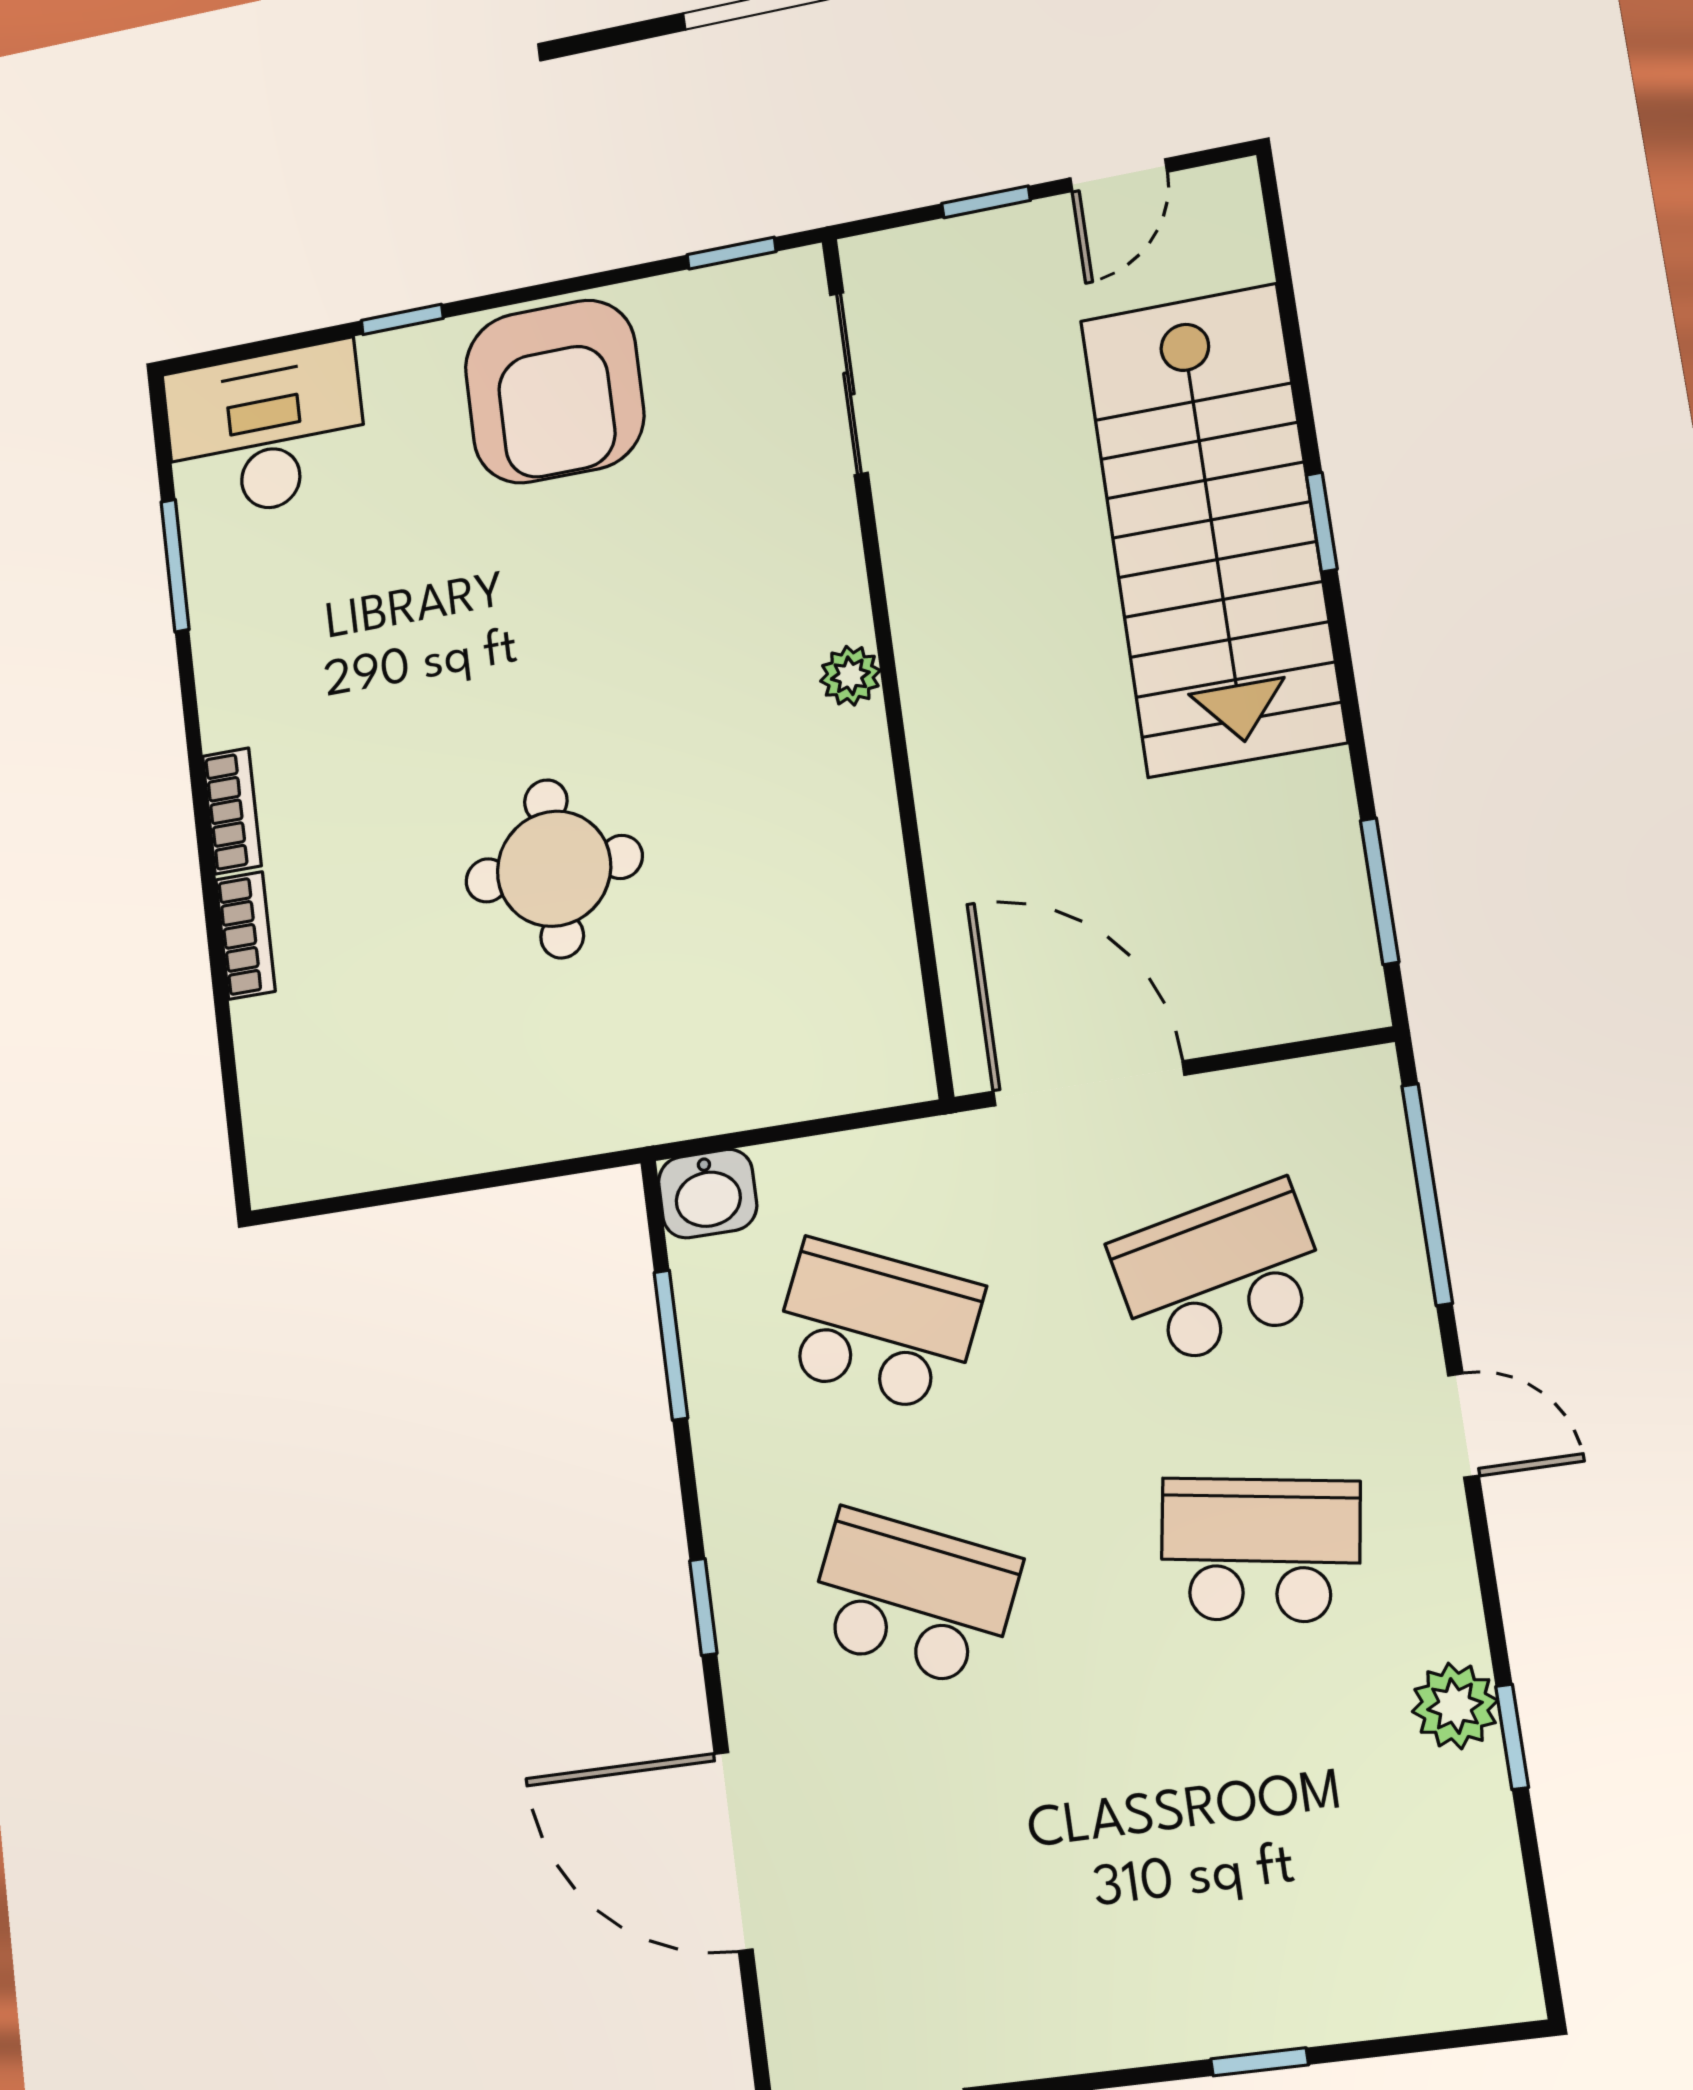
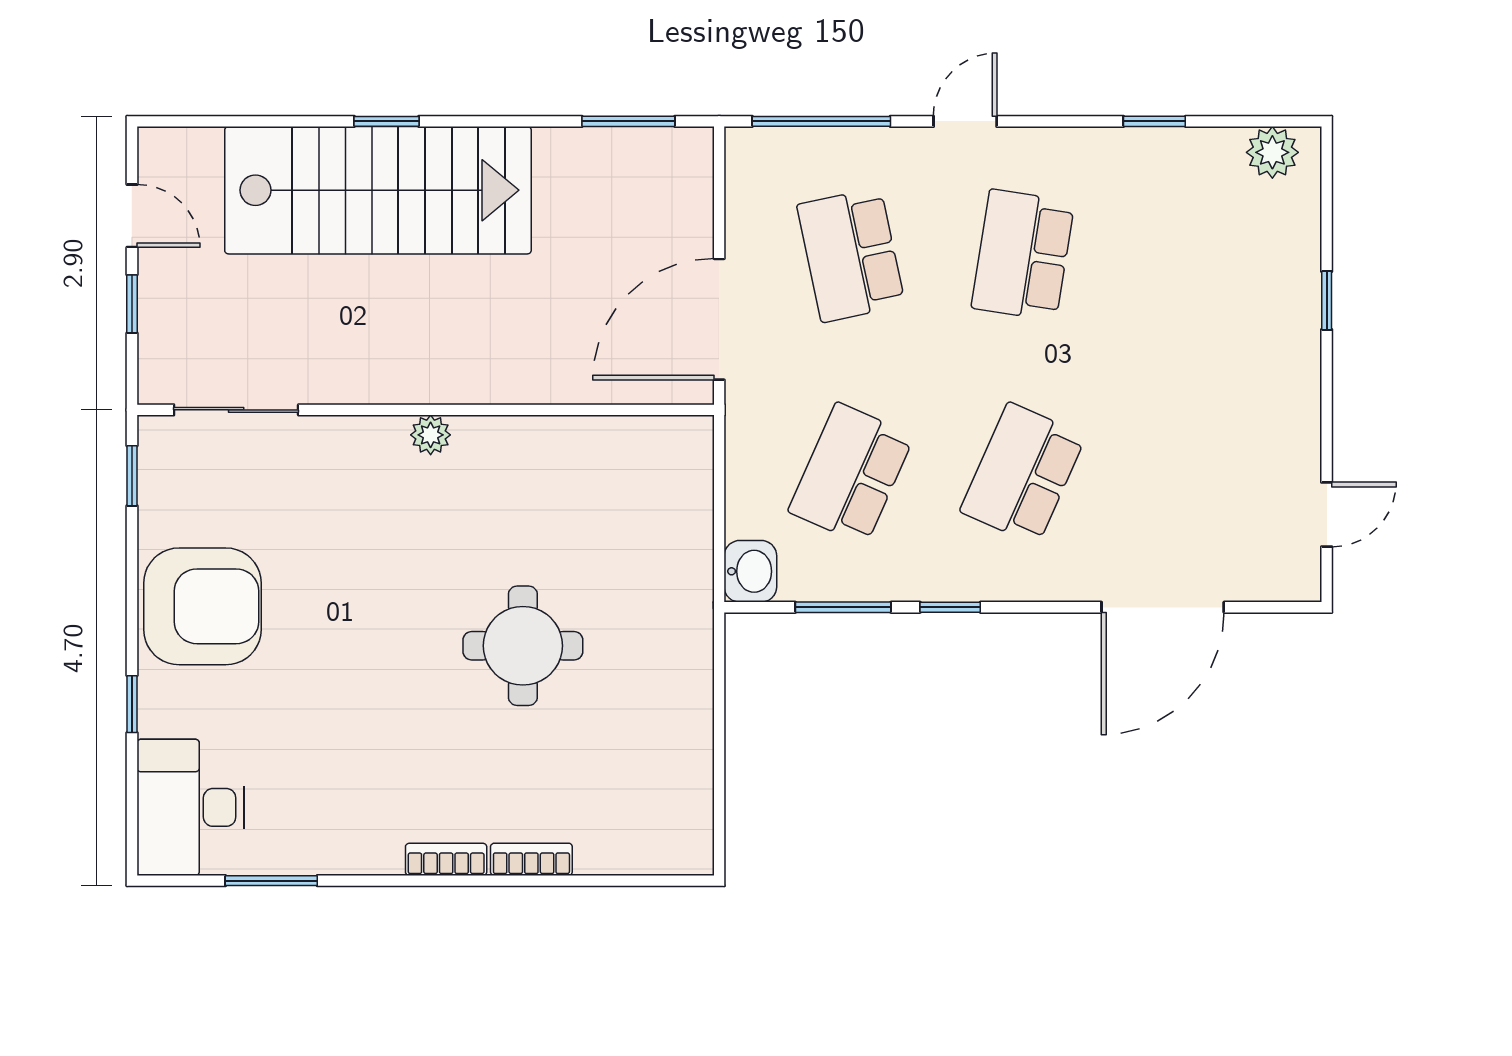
window: (703, 1607) -> (950, 607), moved
plant: (1455, 1706) -> (1272, 152), moved

